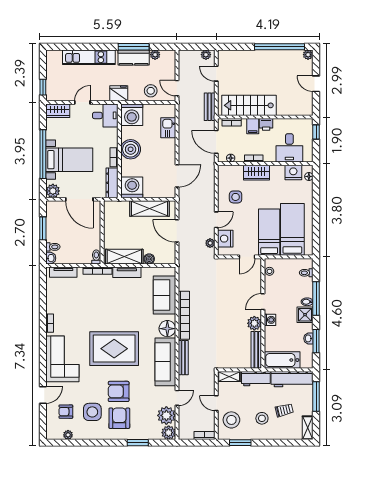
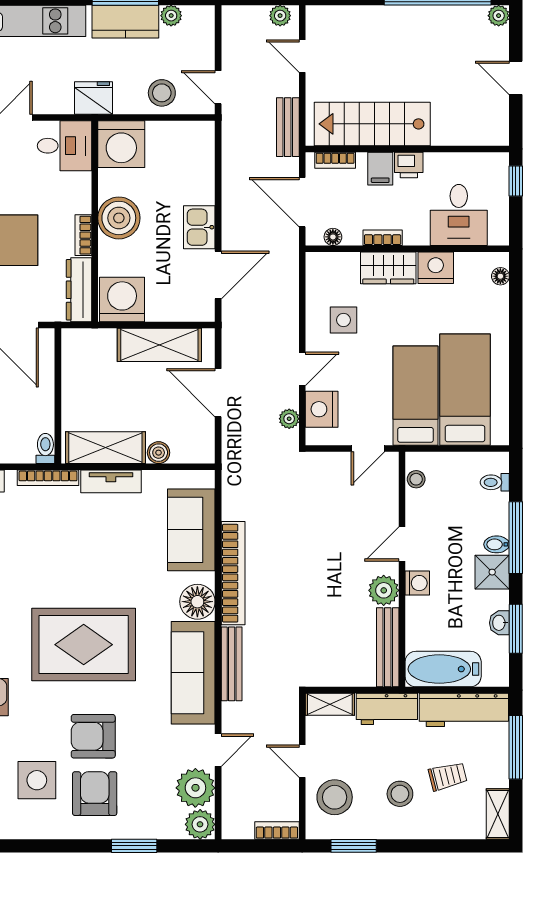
kitchen sink: (168, 128) -> (199, 227), moved
nightstand: (293, 173) -> (436, 268), moved

